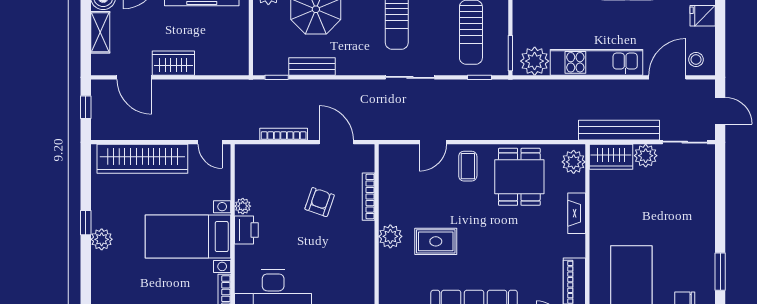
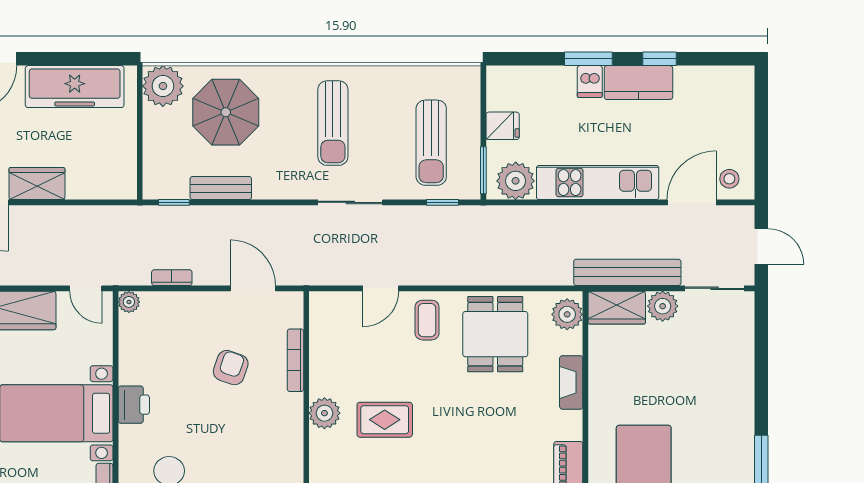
fridge: (703, 16) -> (503, 126), moved, turned 180
bookcase: (284, 134) -> (172, 278), width x0.64
plant: (243, 206) -> (129, 302), moved

